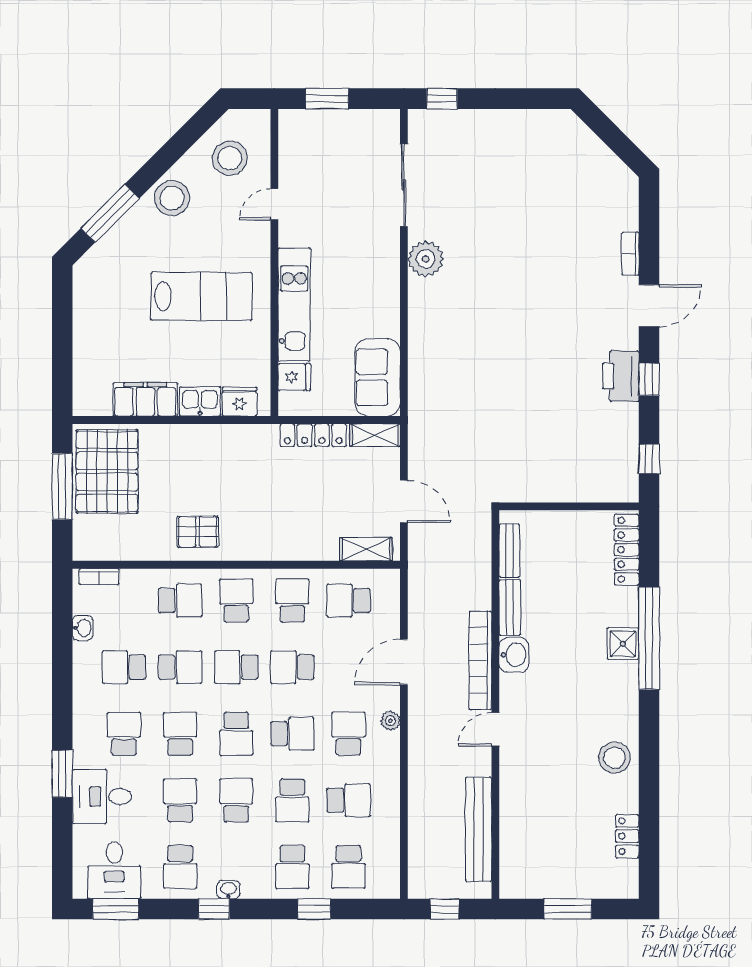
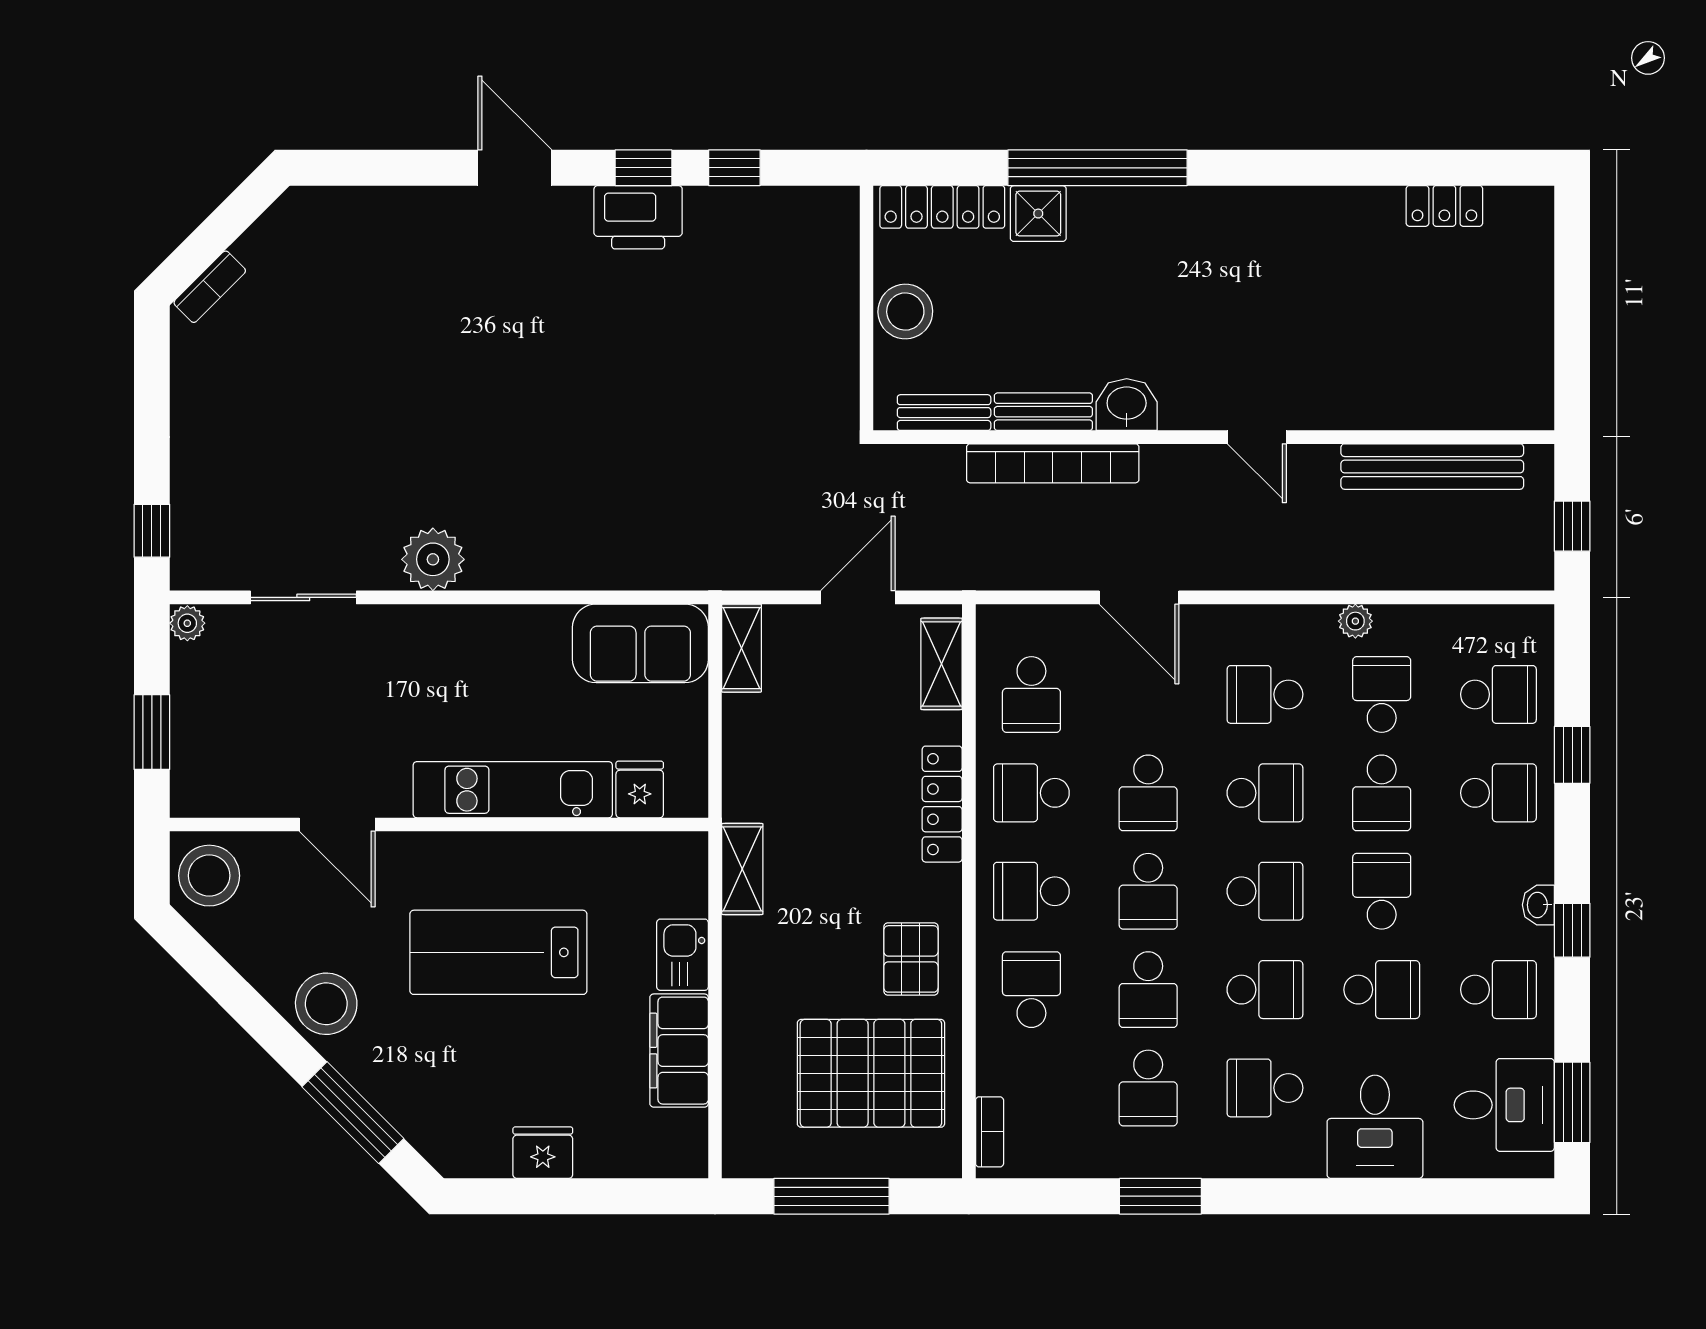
plant: (389, 119) -> (187, 623), added
stool: (230, 158) -> (209, 876), moved
sliding door: (404, 185) -> (303, 597), width x0.73
door: (274, 204) -> (337, 824), width x1.38
bookcase: (630, 254) -> (210, 287), moved, turned -45
lab bench: (201, 296) -> (498, 952), turned -90
fridge: (239, 402) -> (543, 1153), moved, turned 90
locker: (313, 435) -> (942, 804), moved, turned 180
shelving: (249, 436) -> (742, 869), added
window: (649, 459) -> (734, 168), moved
pallet: (107, 471) -> (871, 1073), moved
washbasin: (83, 628) -> (1079, 1161), removed
shower: (623, 644) -> (1038, 214), moved
bookcase: (480, 661) -> (1053, 463), moved
school desk: (180, 667) -> (1148, 990), turned 180
plant: (390, 721) -> (1355, 621), moved
school desk: (180, 734) -> (1265, 990), turned 180
school desk: (292, 734) -> (1265, 793), turned 90
stool: (614, 758) -> (905, 312), moved
window: (62, 774) -> (1160, 1196), moved
school desk: (180, 800) -> (1382, 990), turned 180
school desk: (236, 800) -> (1382, 891), turned 90
school desk: (292, 800) -> (1382, 793), turned 90
window: (568, 909) -> (1572, 310), removed

